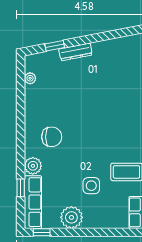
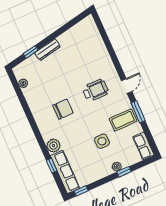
wheelchair: (110, 124) -> (95, 90), added
chair: (52, 137) -> (63, 109), moved
plant: (71, 217) -> (117, 167), moved, width x0.53, depth x0.53
window: (101, 232) -> (124, 172), added

